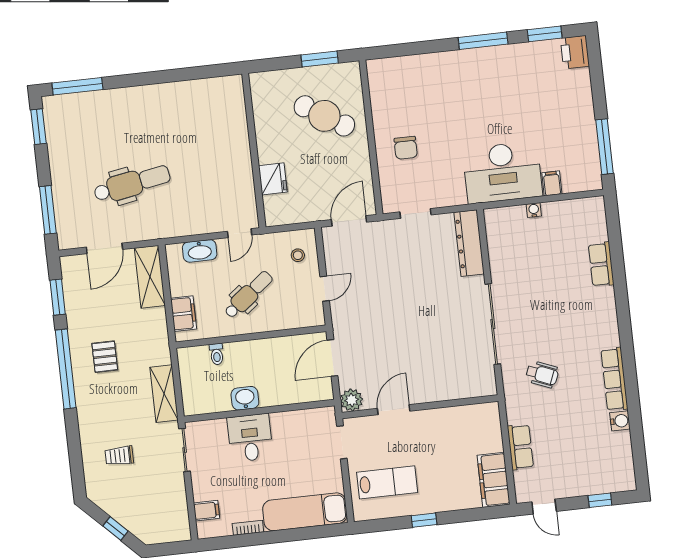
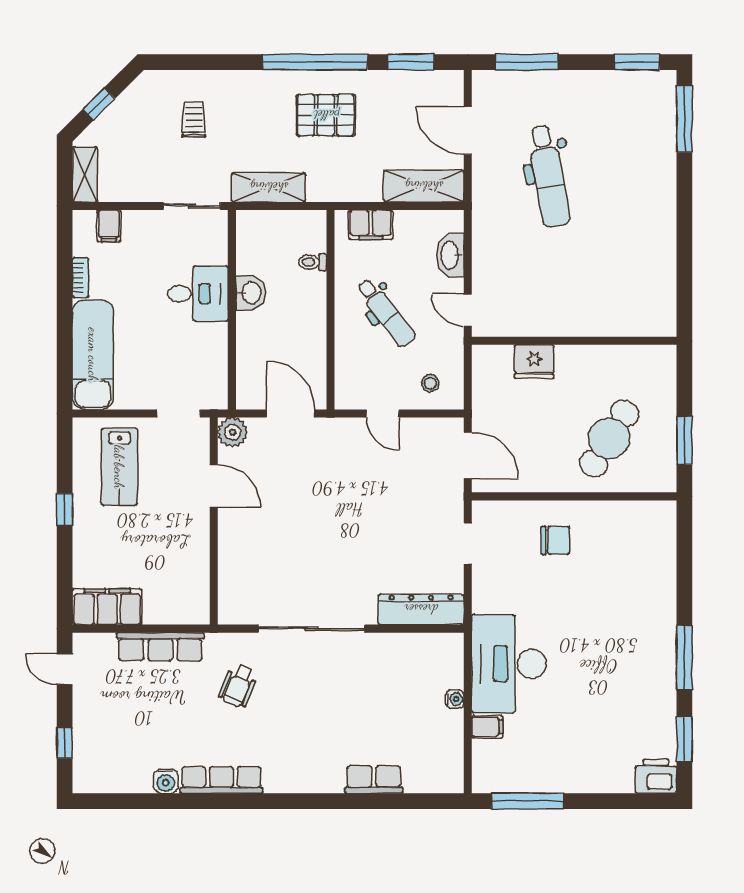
chair: (406, 148) -> (555, 540), turned 180
pallet: (105, 357) -> (326, 115), width x1.50, depth x1.42
row of seats: (520, 447) -> (160, 647), width x1.48
door: (544, 507) -> (65, 669), hinge flipped
shelving: (170, 533) -> (85, 174), added

